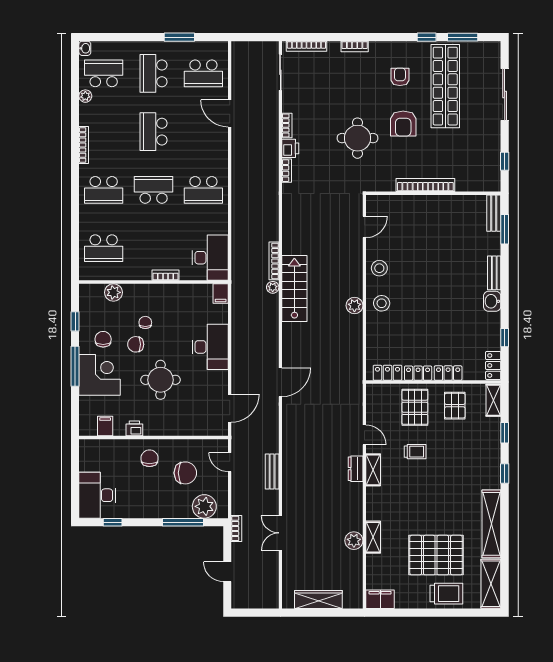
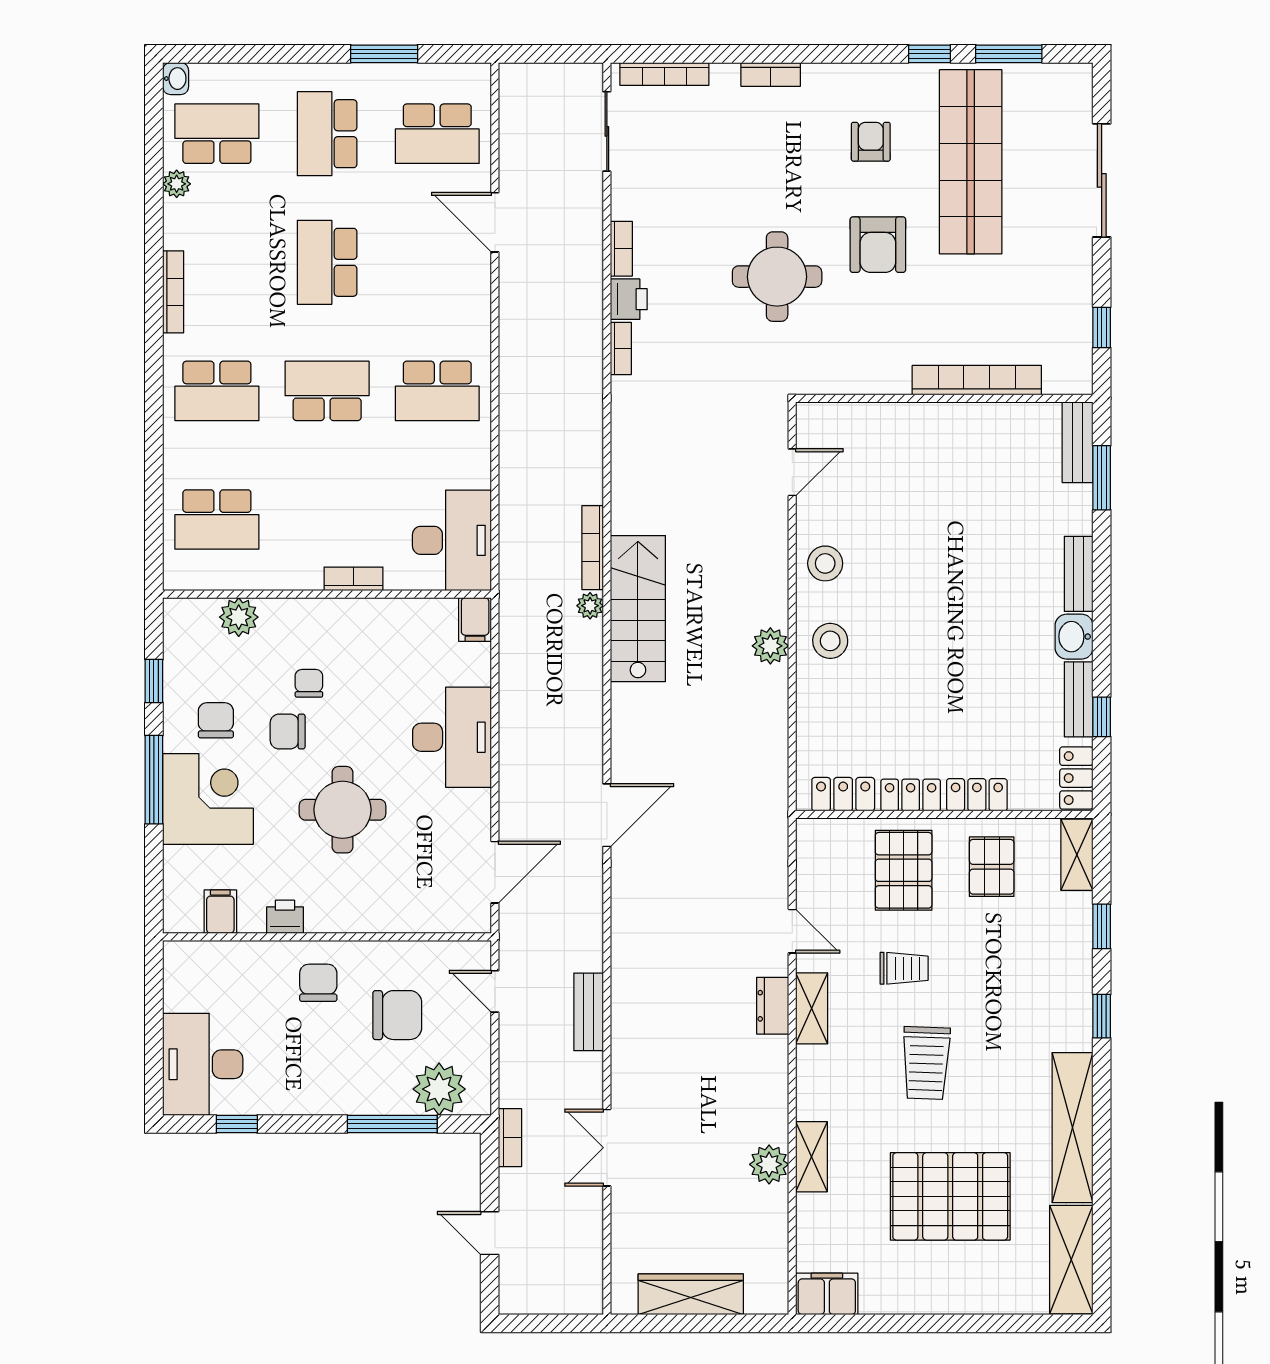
bookcase: (425, 185) -> (977, 380), moved
bench: (494, 330) -> (1079, 699), added
trolley: (446, 594) -> (926, 1063), moved, turned 92

